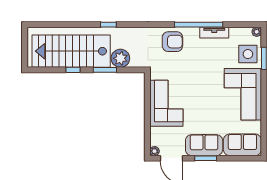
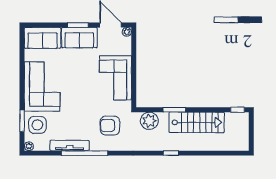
tv unit: (214, 33) -> (70, 146), width x1.41
armchair: (172, 42) -> (110, 126), moved
stairs: (71, 51) -> (197, 122), width x0.73, depth x0.66
plant: (120, 58) -> (149, 121), moved
window: (73, 70) -> (237, 110), moved

